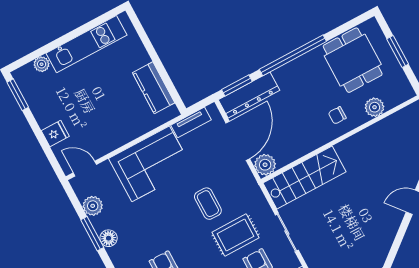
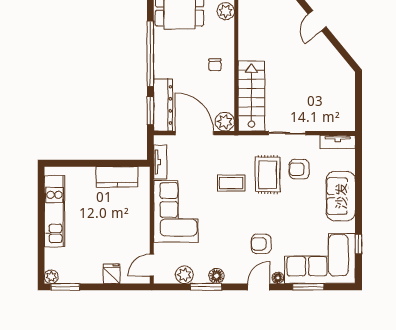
plant: (42, 64) -> (51, 277), moved
chair: (337, 115) -> (215, 65), moved

